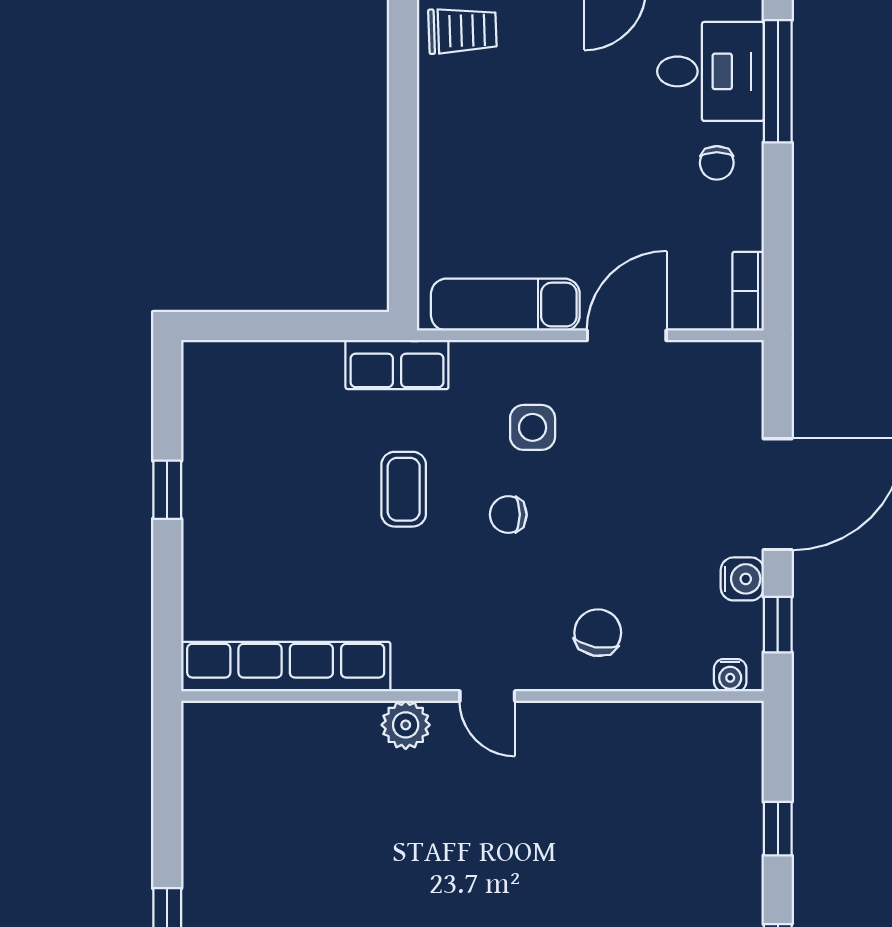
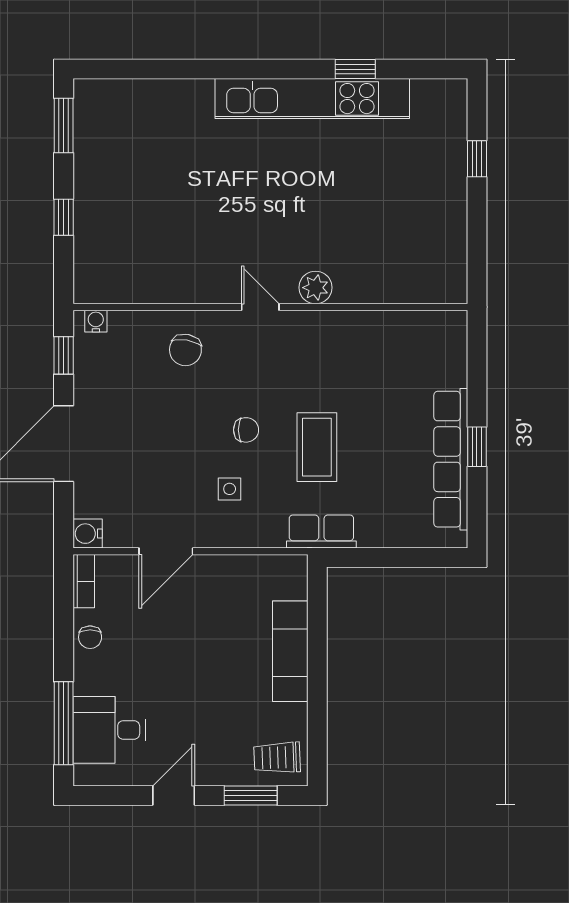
chair: (717, 163) -> (90, 637), moved, turned 180
exam couch: (505, 305) -> (290, 651), moved, turned 90
side table: (533, 427) -> (230, 489), width x0.73, depth x0.73
coffee table: (404, 489) -> (317, 447), width x1.36, depth x1.30
water cooler: (742, 579) -> (88, 534), moved
row of seats: (286, 667) -> (451, 459), moved, turned 90

